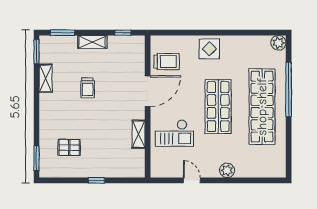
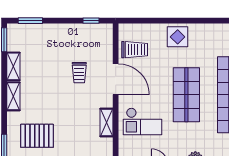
shelving: (92, 42) -> (13, 96), moved, turned 90
trolley: (88, 88) -> (79, 73), moved
door: (148, 91) -> (116, 79), hinge flipped
pallet: (69, 147) -> (37, 136), width x1.50, depth x1.42

